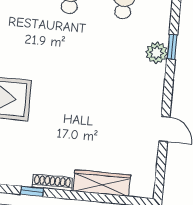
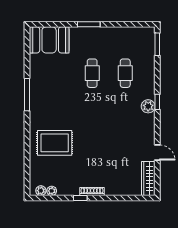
wardrobe: (102, 183) -> (148, 179), moved, turned -90

